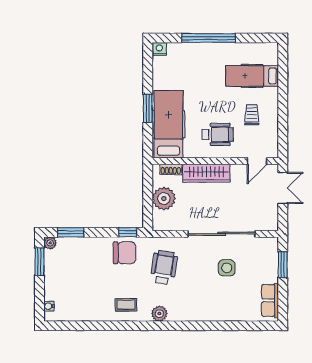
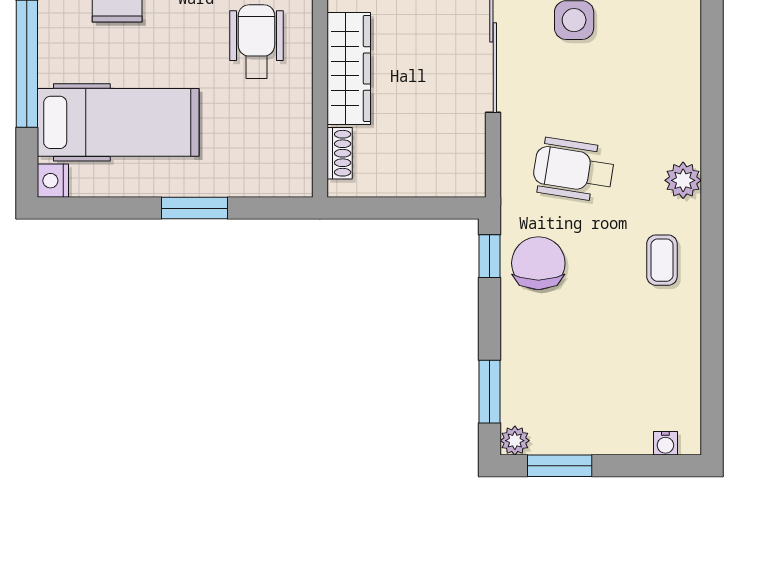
hospital bed: (168, 124) -> (118, 122), moved, turned 180
plant: (164, 199) -> (409, 170), removed

